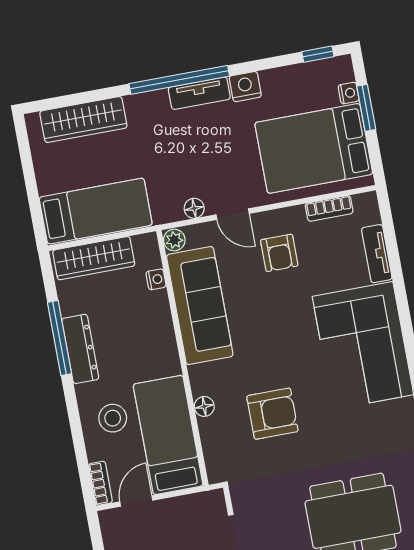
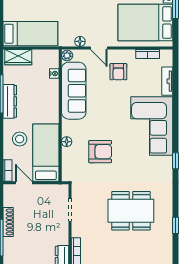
wardrobe: (94, 258) -> (18, 57), width x0.67
door: (136, 501) -> (24, 183), hinge flipped

